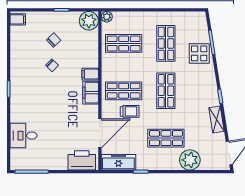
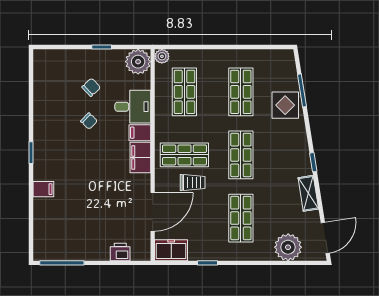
filing cabinet: (18, 19) -> (43, 189), moved
shop shelf: (124, 43) -> (184, 92), turned 90
desk: (24, 136) -> (133, 107), moved, turned 180
shop shelf: (166, 138) -> (241, 218), turned 90
printer: (82, 160) -> (120, 252), width x0.53, depth x0.68
plant: (190, 160) -> (288, 247), moved
freezer: (118, 162) -> (171, 250), width x0.71

